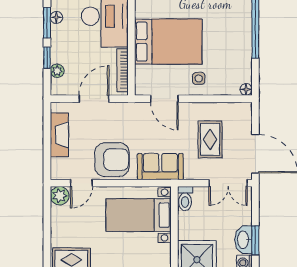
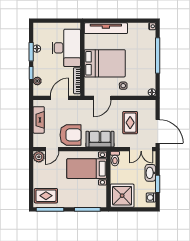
door: (164, 99) -> (102, 98), hinge flipped
washbasin: (243, 240) -> (150, 173), moved

